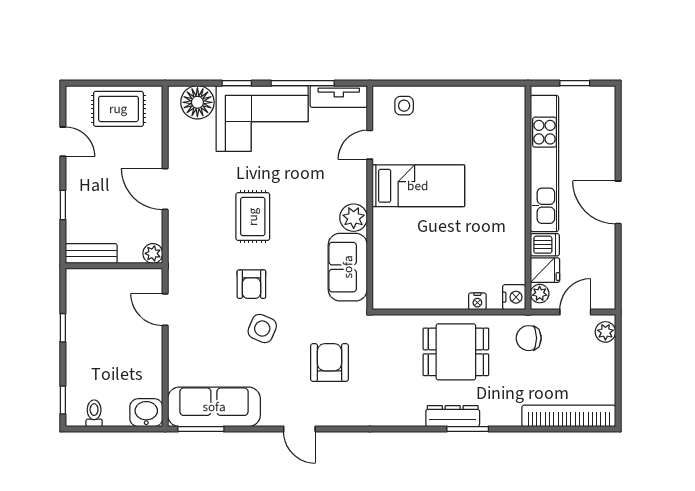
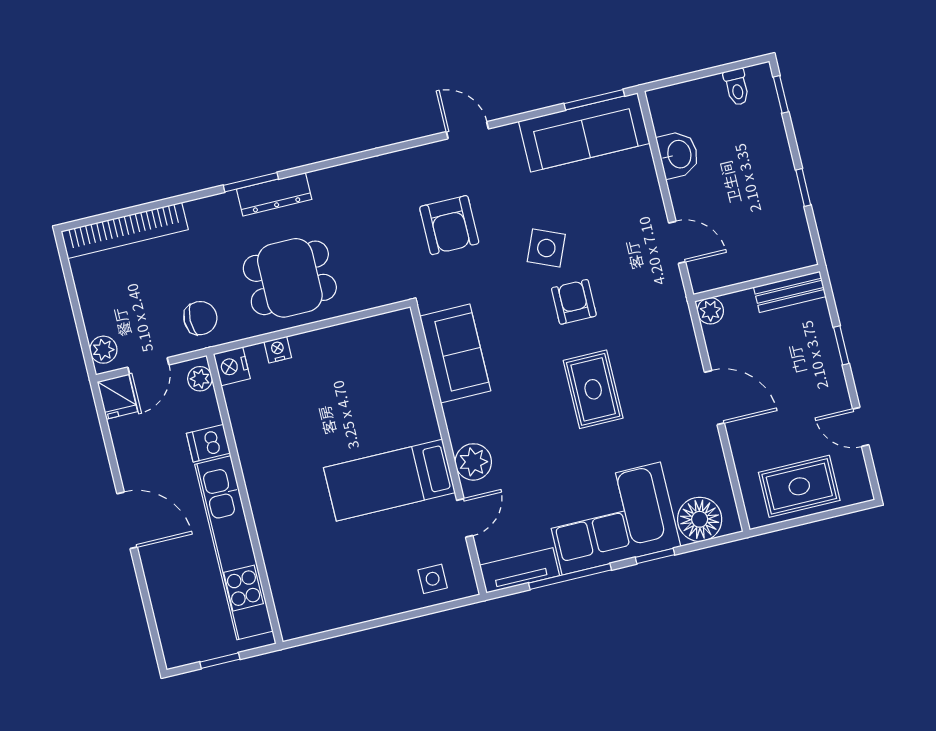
plant: (354, 218) -> (473, 462), moved
fridge: (545, 270) -> (117, 397), moved, turned -90
washbasin: (146, 413) -> (678, 154), moved, turned -90

